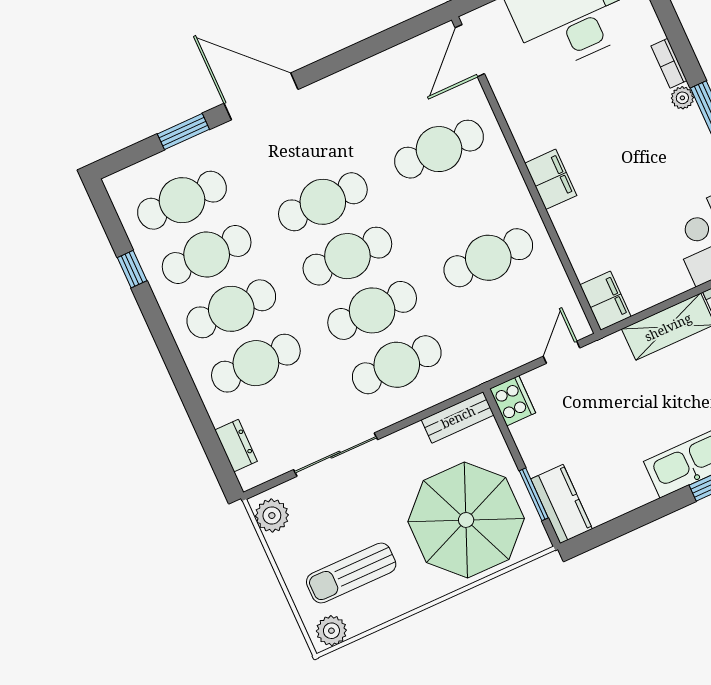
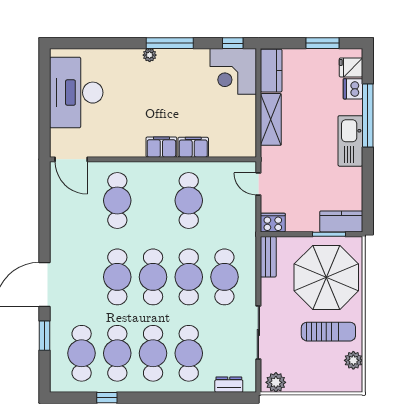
bookcase: (669, 63) -> (127, 54), removed
filing cabinet: (605, 301) -> (193, 147), moved
sun lounger: (351, 573) -> (328, 332), moved, turned -90
plant: (331, 631) -> (353, 360), moved

